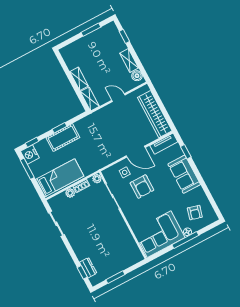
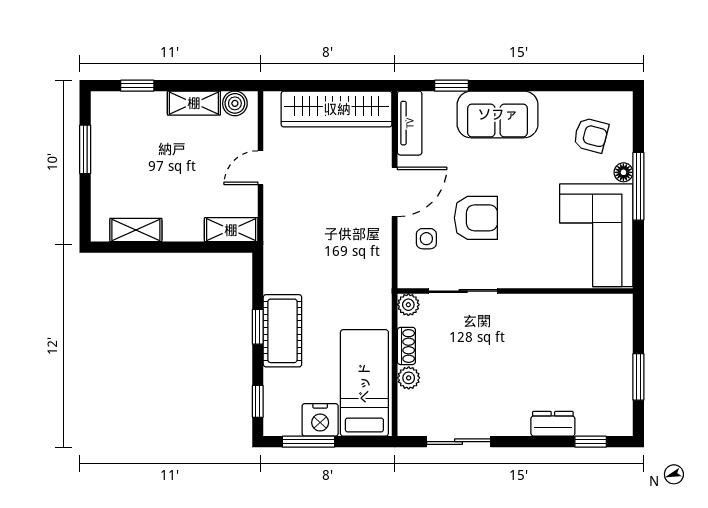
shelving: (79, 79) -> (136, 230), moved
nightstand: (30, 155) -> (320, 420), moved
dresser: (88, 268) -> (553, 424), moved

